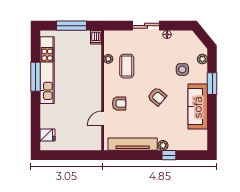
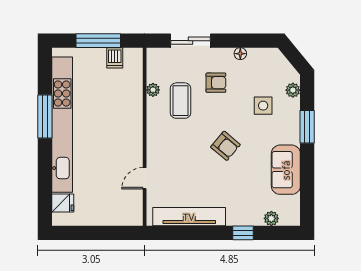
sliding door: (146, 26) -> (191, 41), moved
dishwasher: (96, 37) -> (115, 58), moved
kitchen unit: (47, 70) -> (62, 125), width x1.36
armchair: (119, 103) -> (216, 83), moved
sofa: (198, 107) -> (286, 170), width x0.73
plant: (163, 145) -> (271, 218), moved

